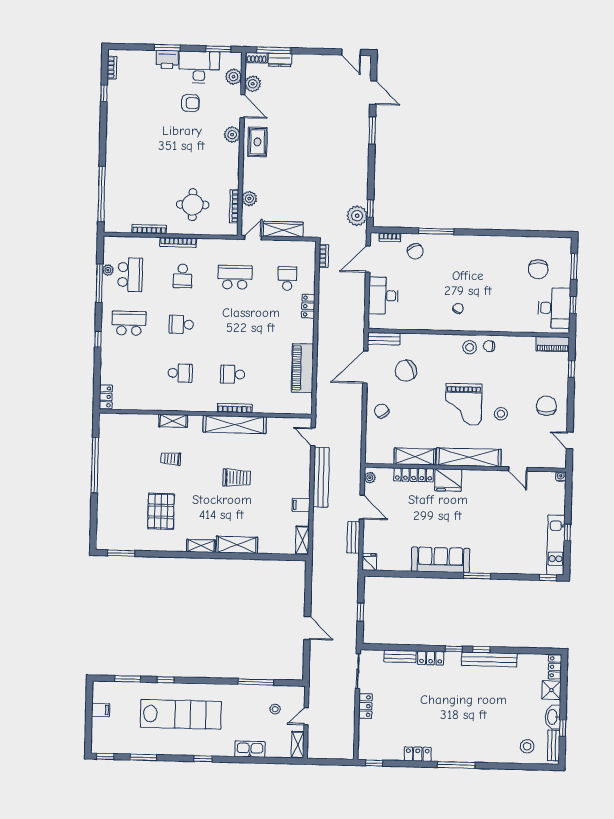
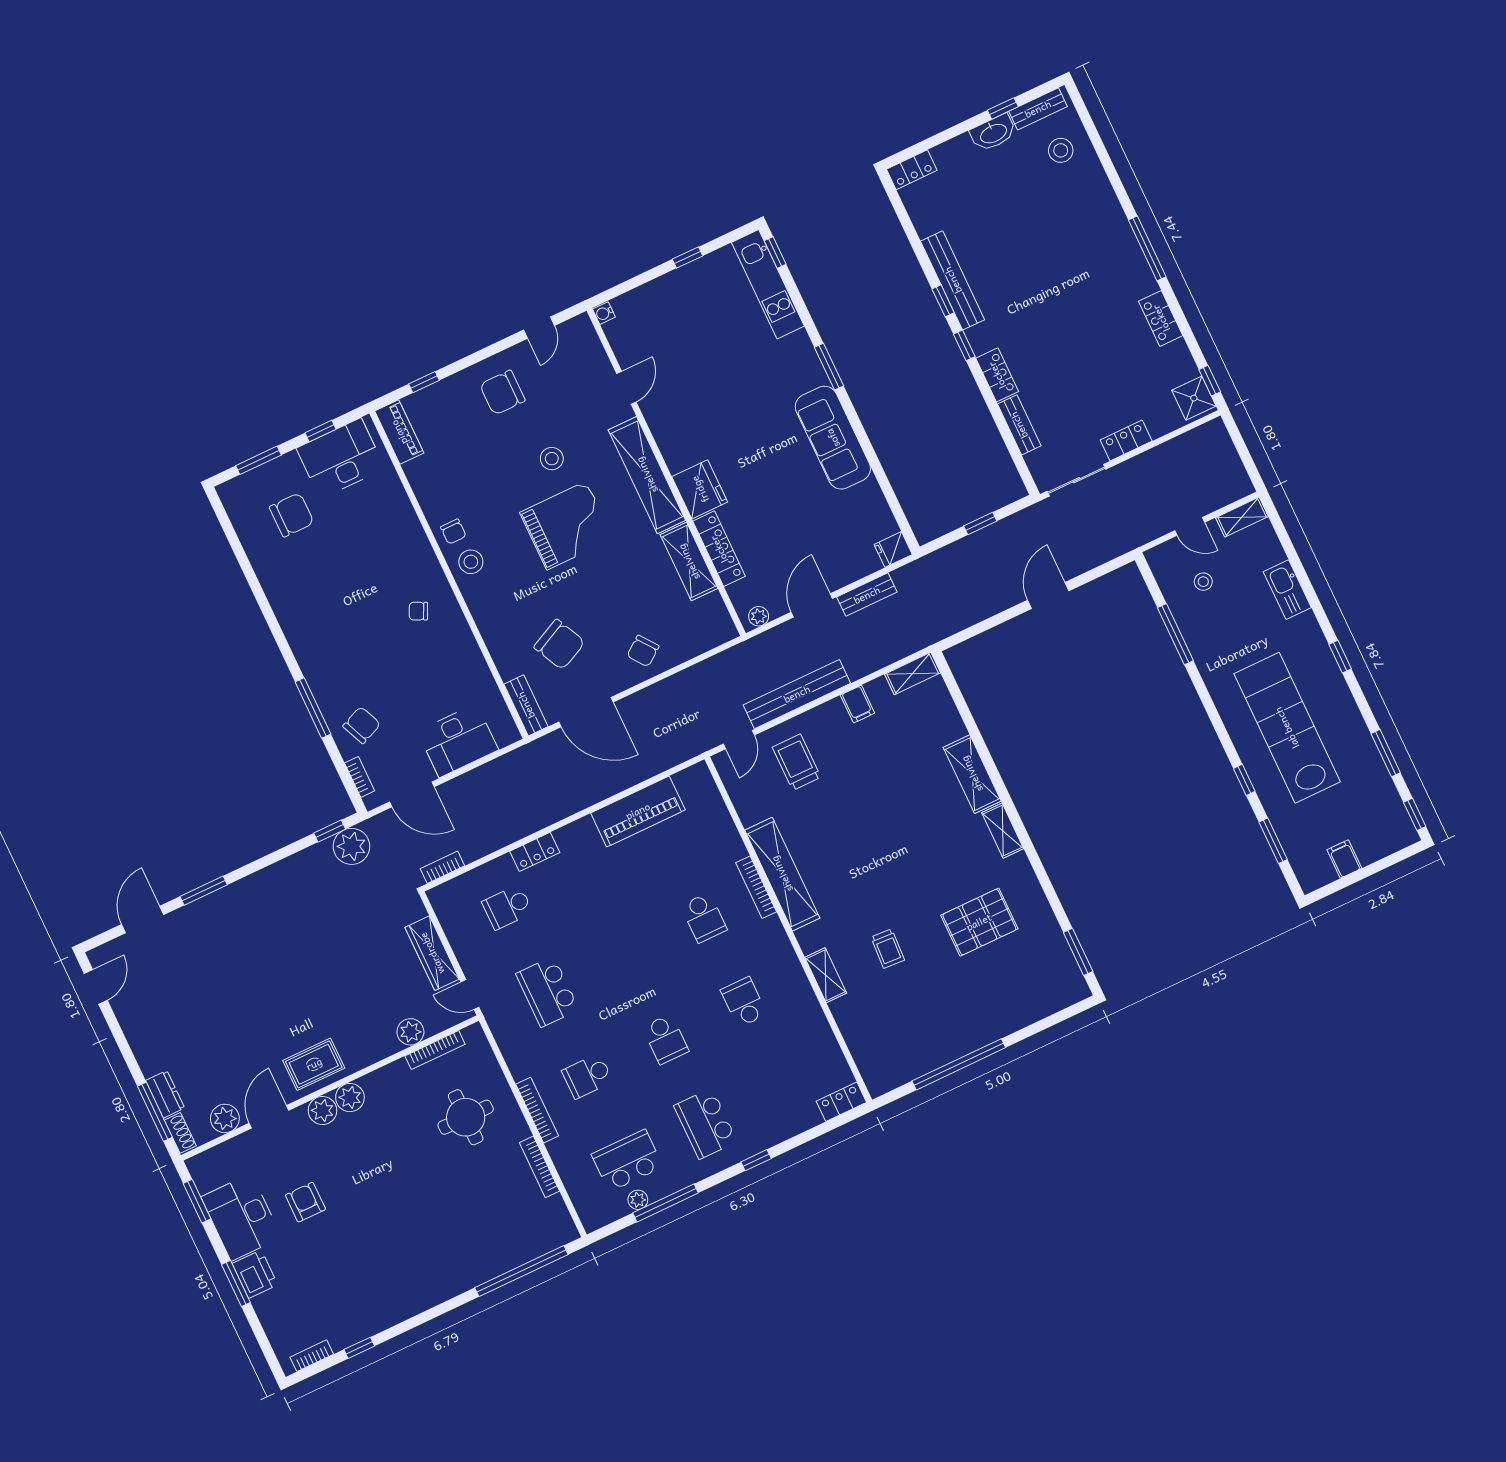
plant: (233, 77) -> (350, 1098), moved
school desk: (183, 276) -> (587, 1076), turned 180
trolley: (237, 478) -> (797, 762), moved
kitchen unit: (556, 545) -> (768, 284), moved, turned 90
shower: (551, 690) -> (1194, 398), moved

